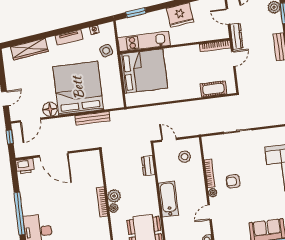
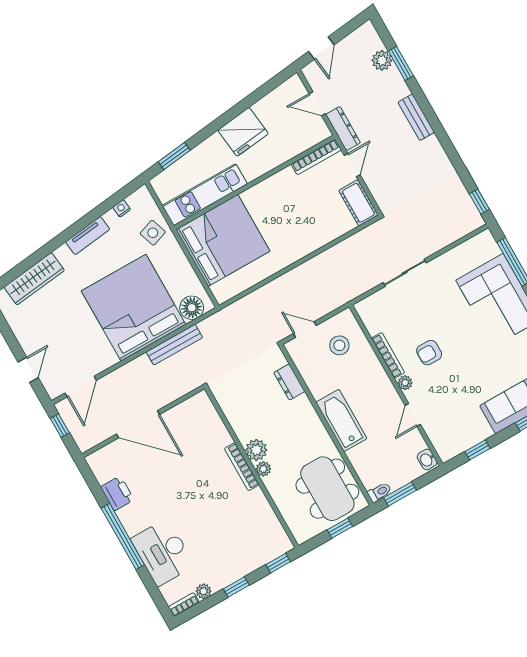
cot: (213, 89) -> (358, 203), moved, turned 90
floor lamp: (50, 109) -> (192, 308), moved
printer: (25, 166) -> (117, 493), moved, turned -90

